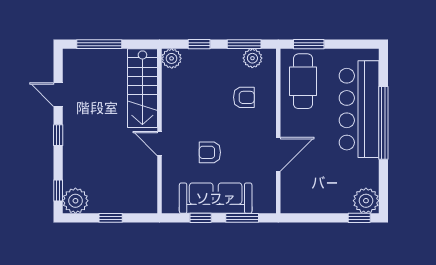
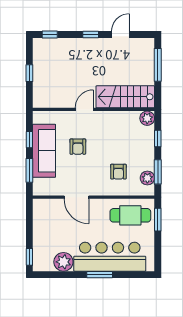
window: (383, 123) -> (100, 275), width x0.47
armchair: (210, 152) -> (78, 147), turned 180
plant: (75, 201) -> (42, 47), removed
plant: (366, 201) -> (63, 262), moved

